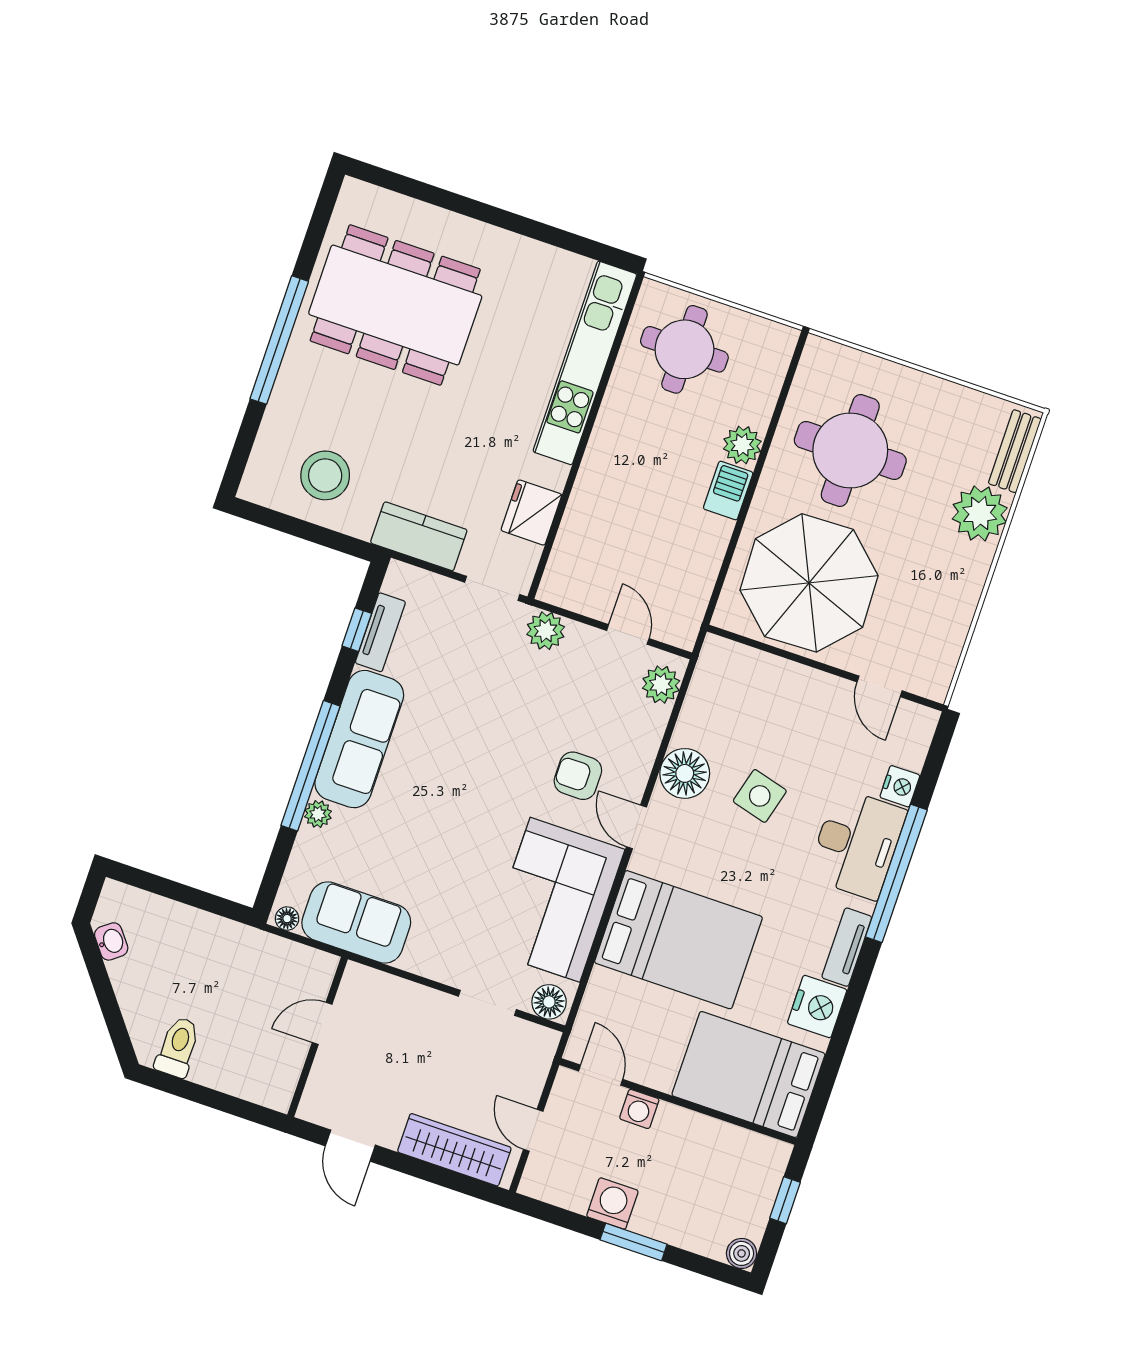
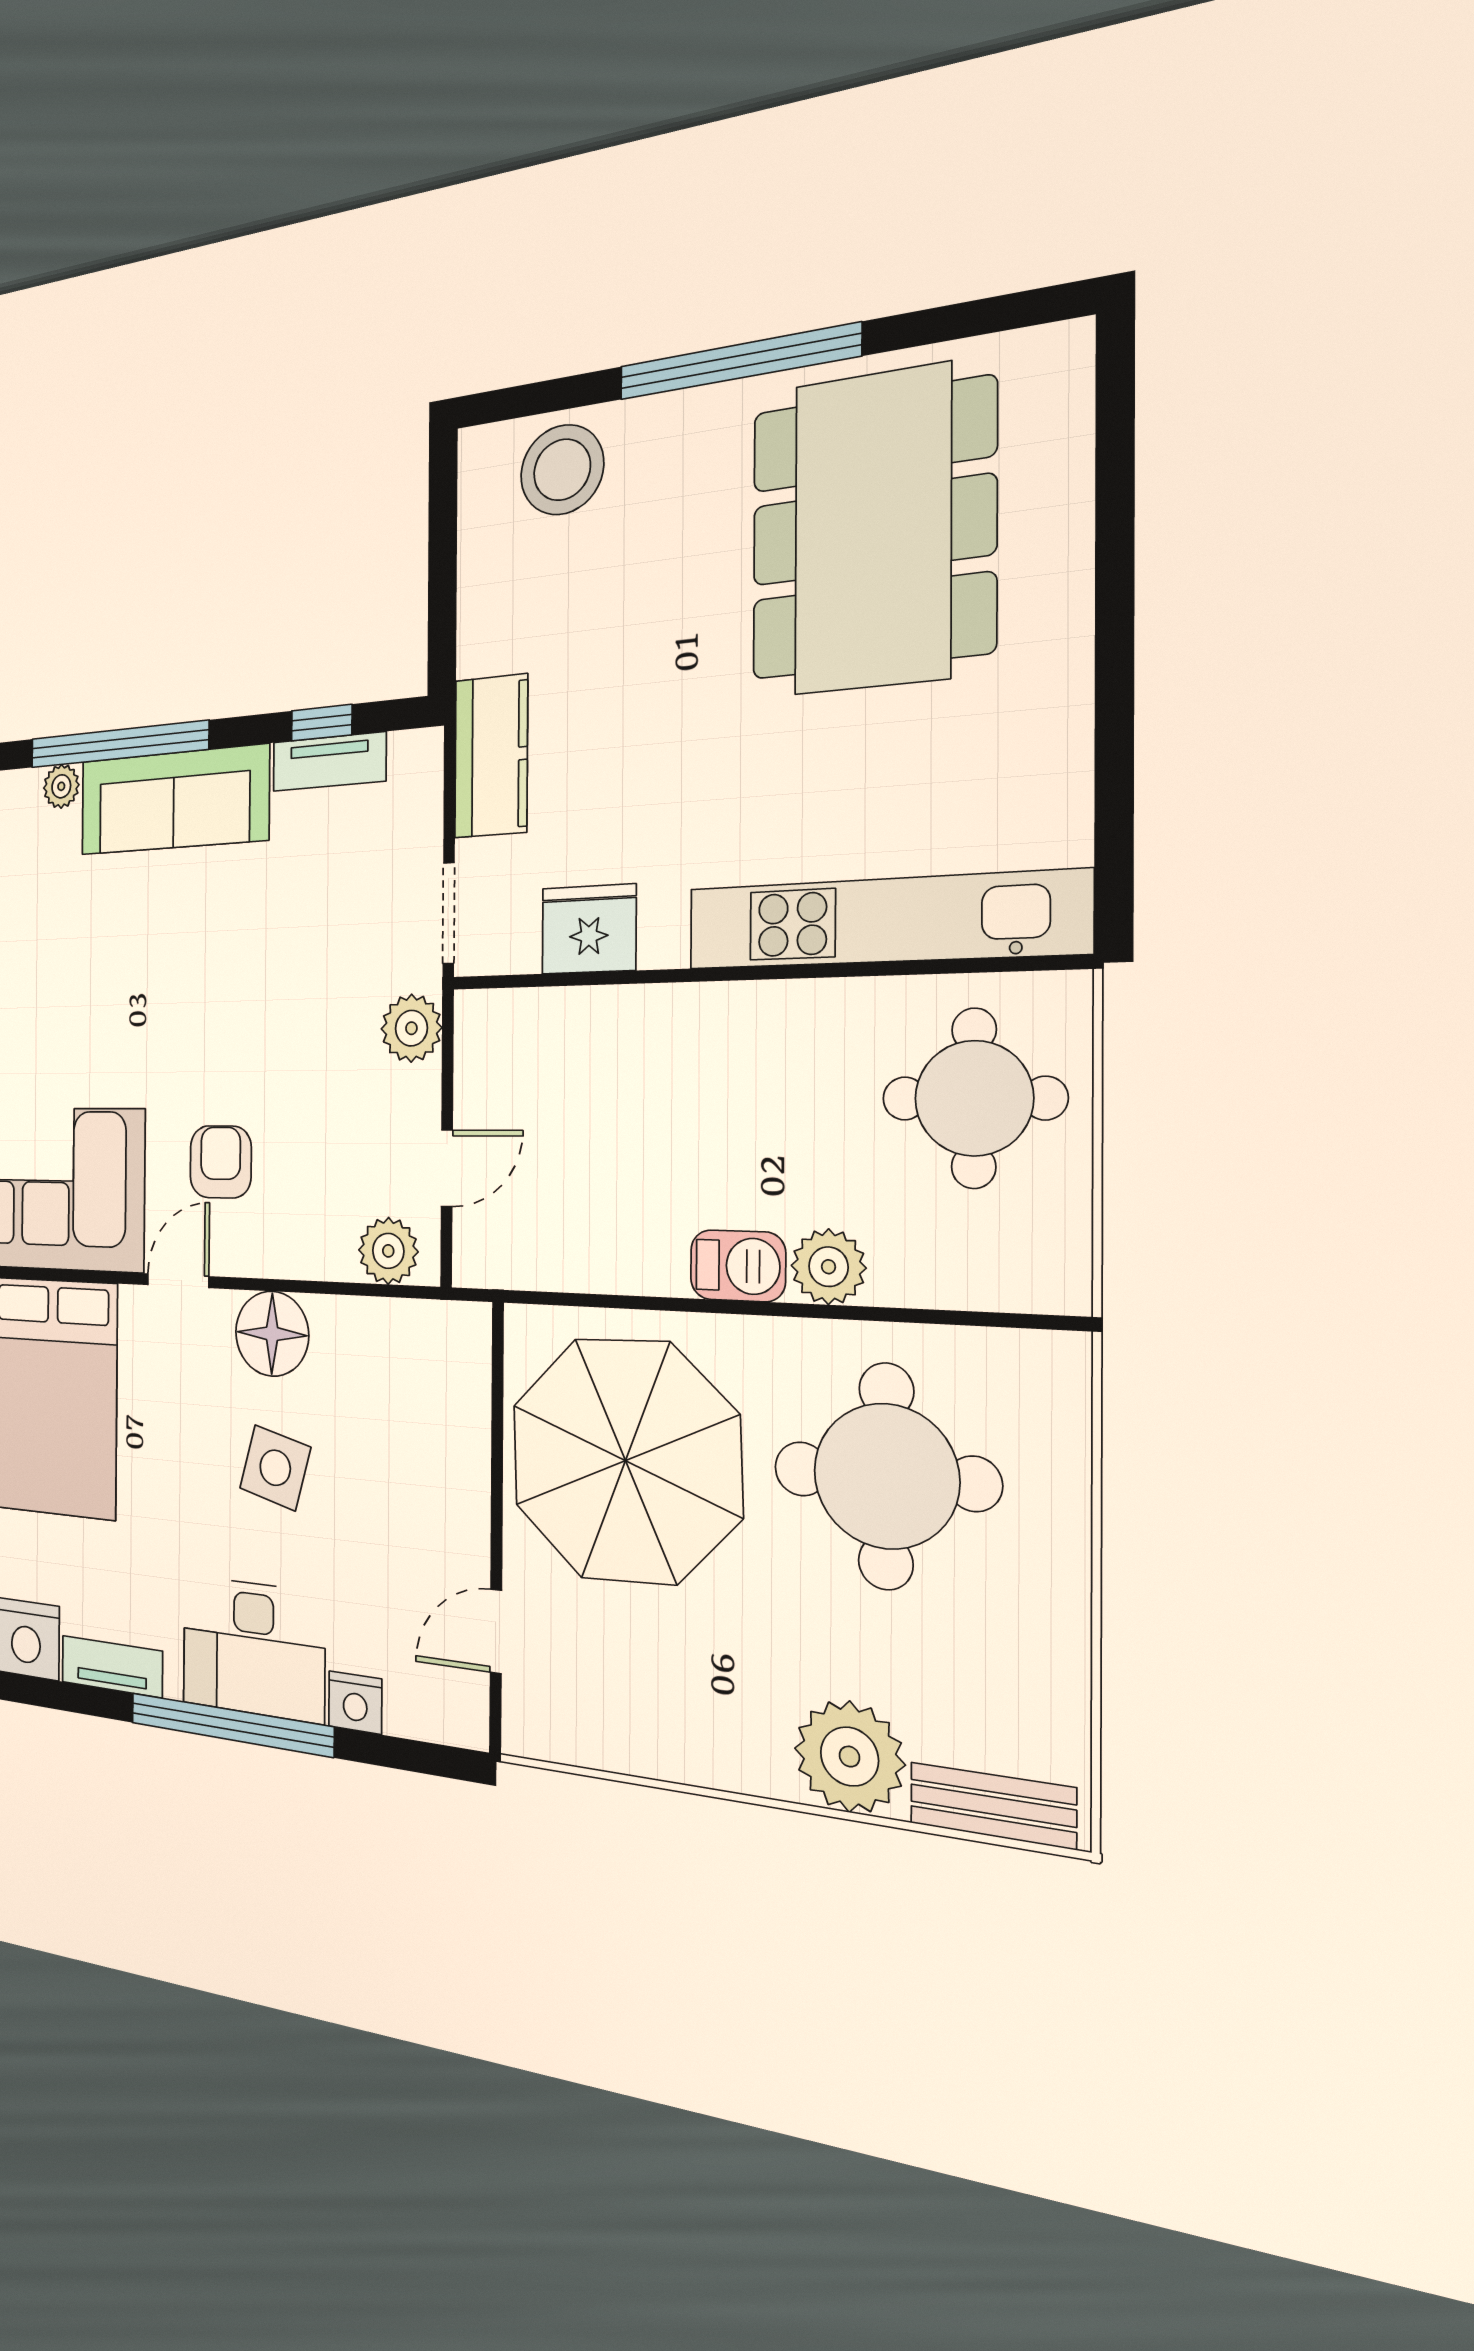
stool: (325, 475) -> (562, 470), moved

